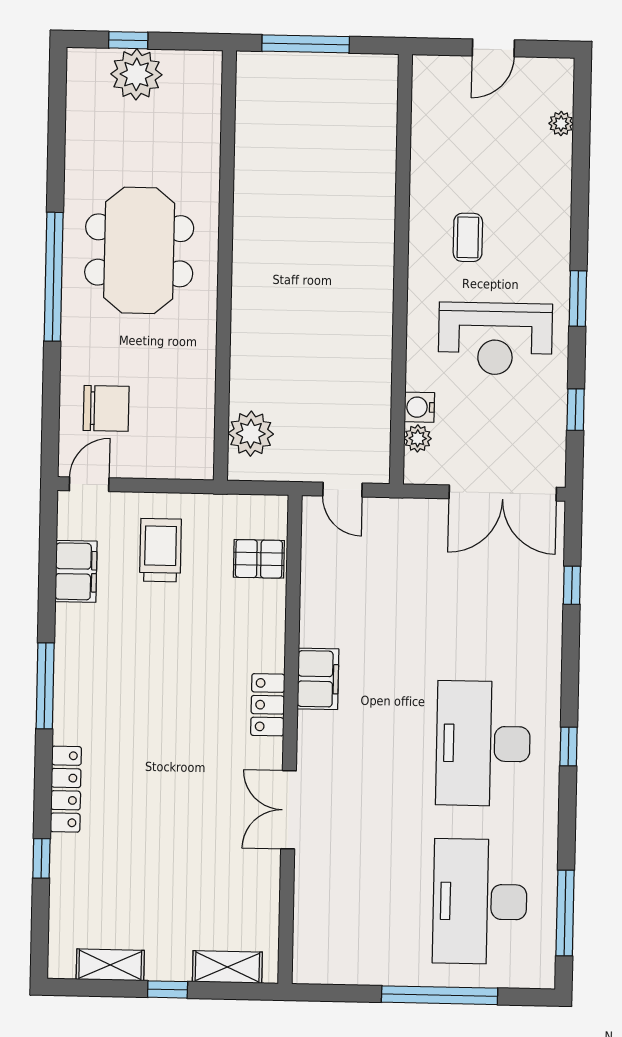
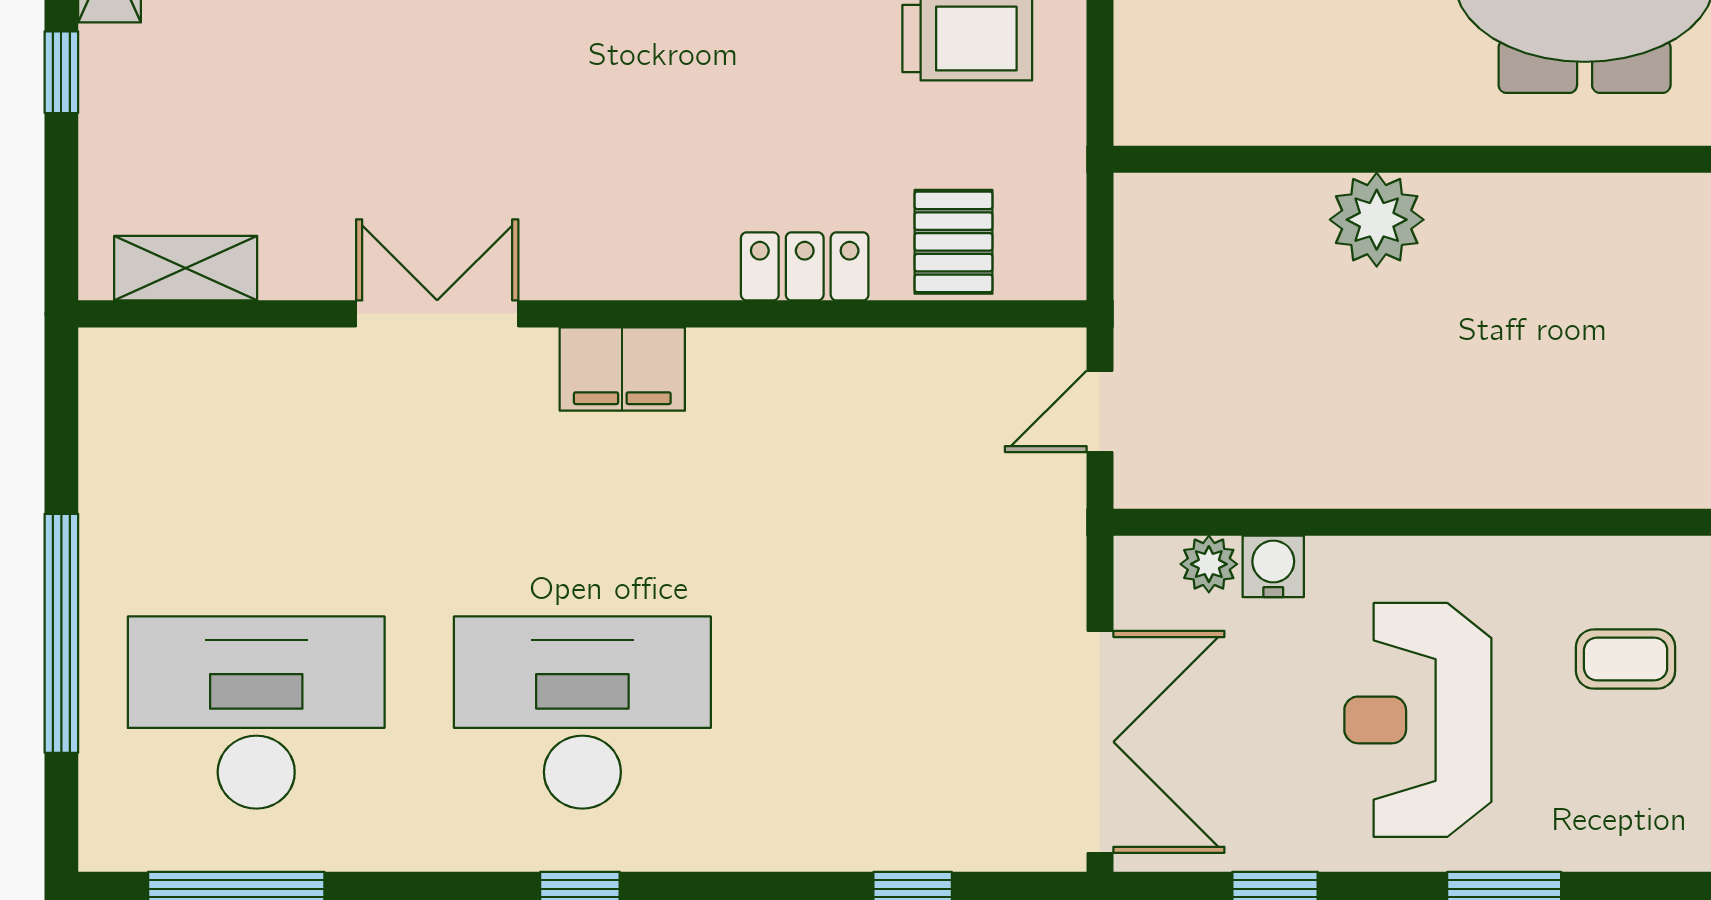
plant: (251, 434) -> (1377, 220), moved
double door: (503, 493) -> (1100, 742), swing flipped
filing cabinet: (318, 679) -> (622, 369), moved
locker: (268, 705) -> (805, 266), moved
shelving: (227, 967) -> (186, 268), moved, turned 90

